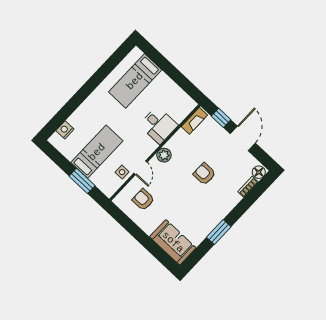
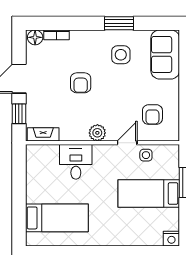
nightstand: (65, 130) -> (171, 239), moved
side table: (198, 215) -> (121, 55), added

